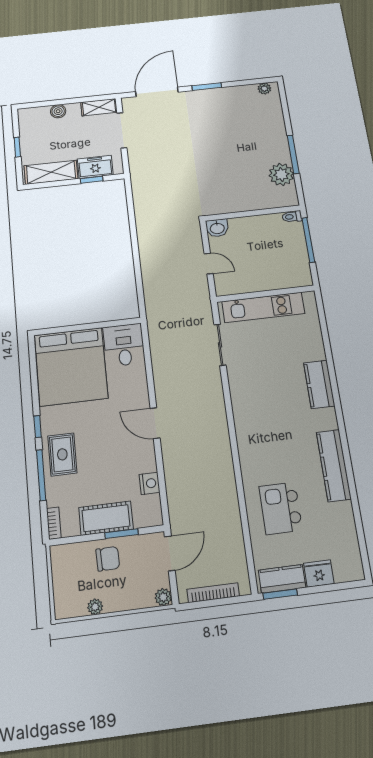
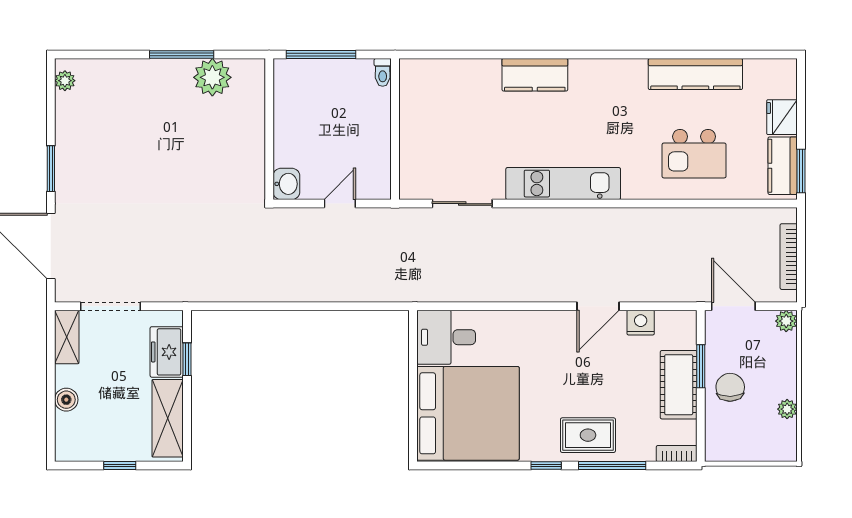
toilet: (292, 217) -> (383, 72), moved
kitchen unit: (263, 307) -> (563, 184), moved, turned -90
door: (155, 423) -> (598, 306), moved
kitchen counter: (334, 465) -> (695, 74), moved

